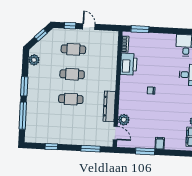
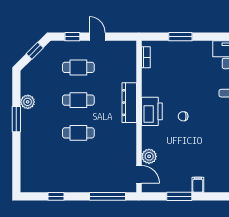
window: (140, 29) -> (180, 37), moved
plant: (34, 60) -> (28, 102), moved
printer: (129, 64) -> (152, 111), moved
dresser: (109, 106) -> (129, 103), moved
window: (23, 116) -> (16, 158), removed
window: (91, 149) -> (107, 196), width x1.44

